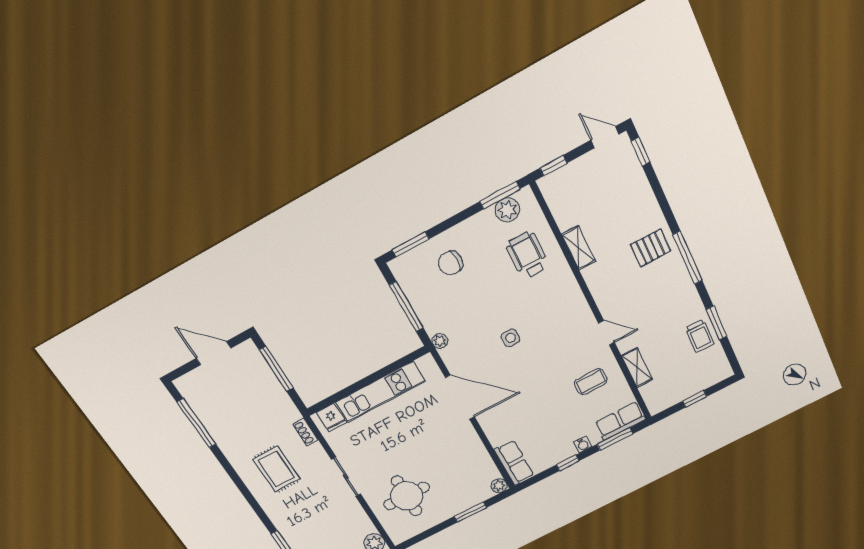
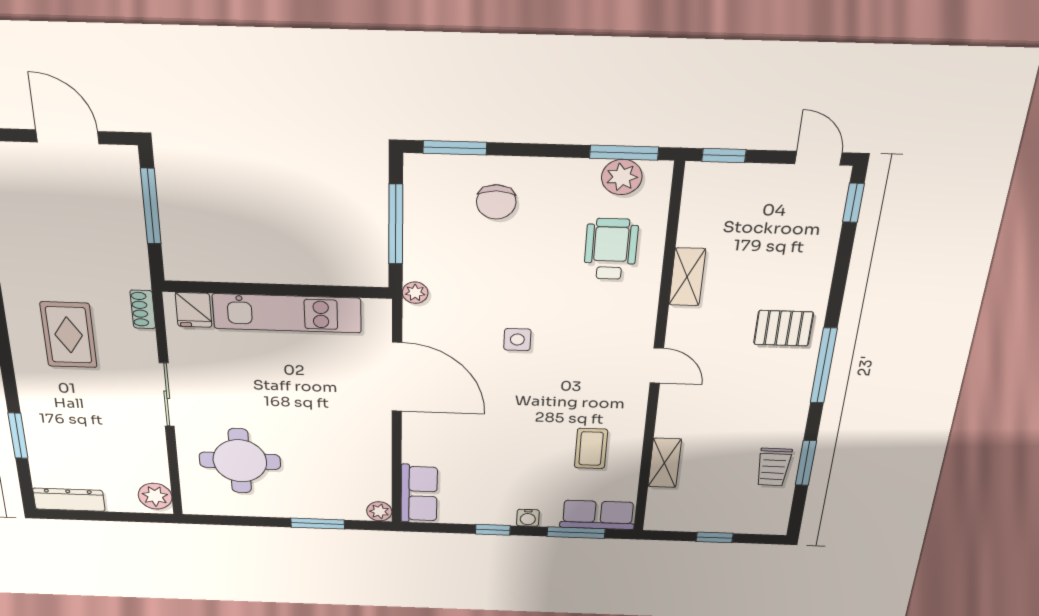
chair: (451, 263) -> (496, 202), turned -90
door: (606, 333) -> (657, 366), moved
coffee table: (591, 382) -> (591, 449), turned 90

